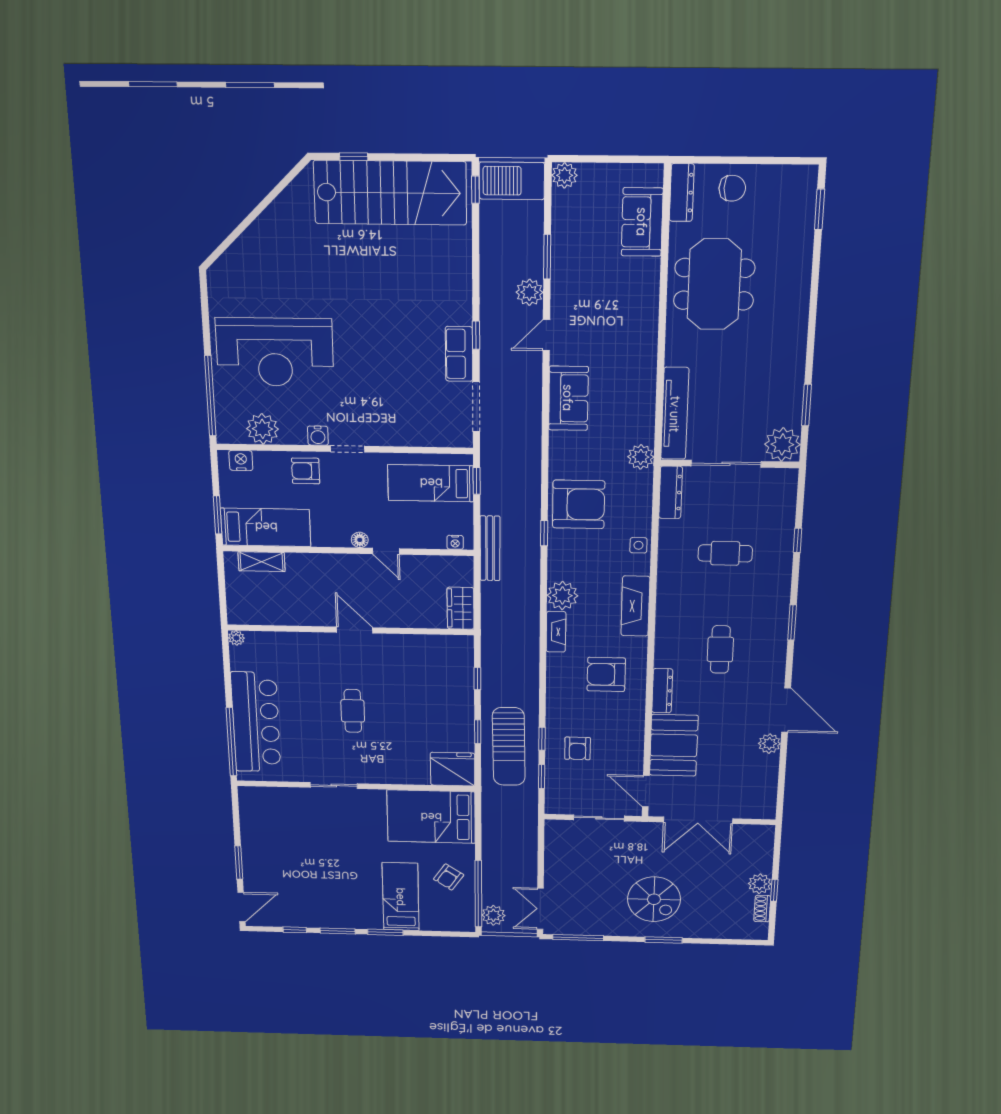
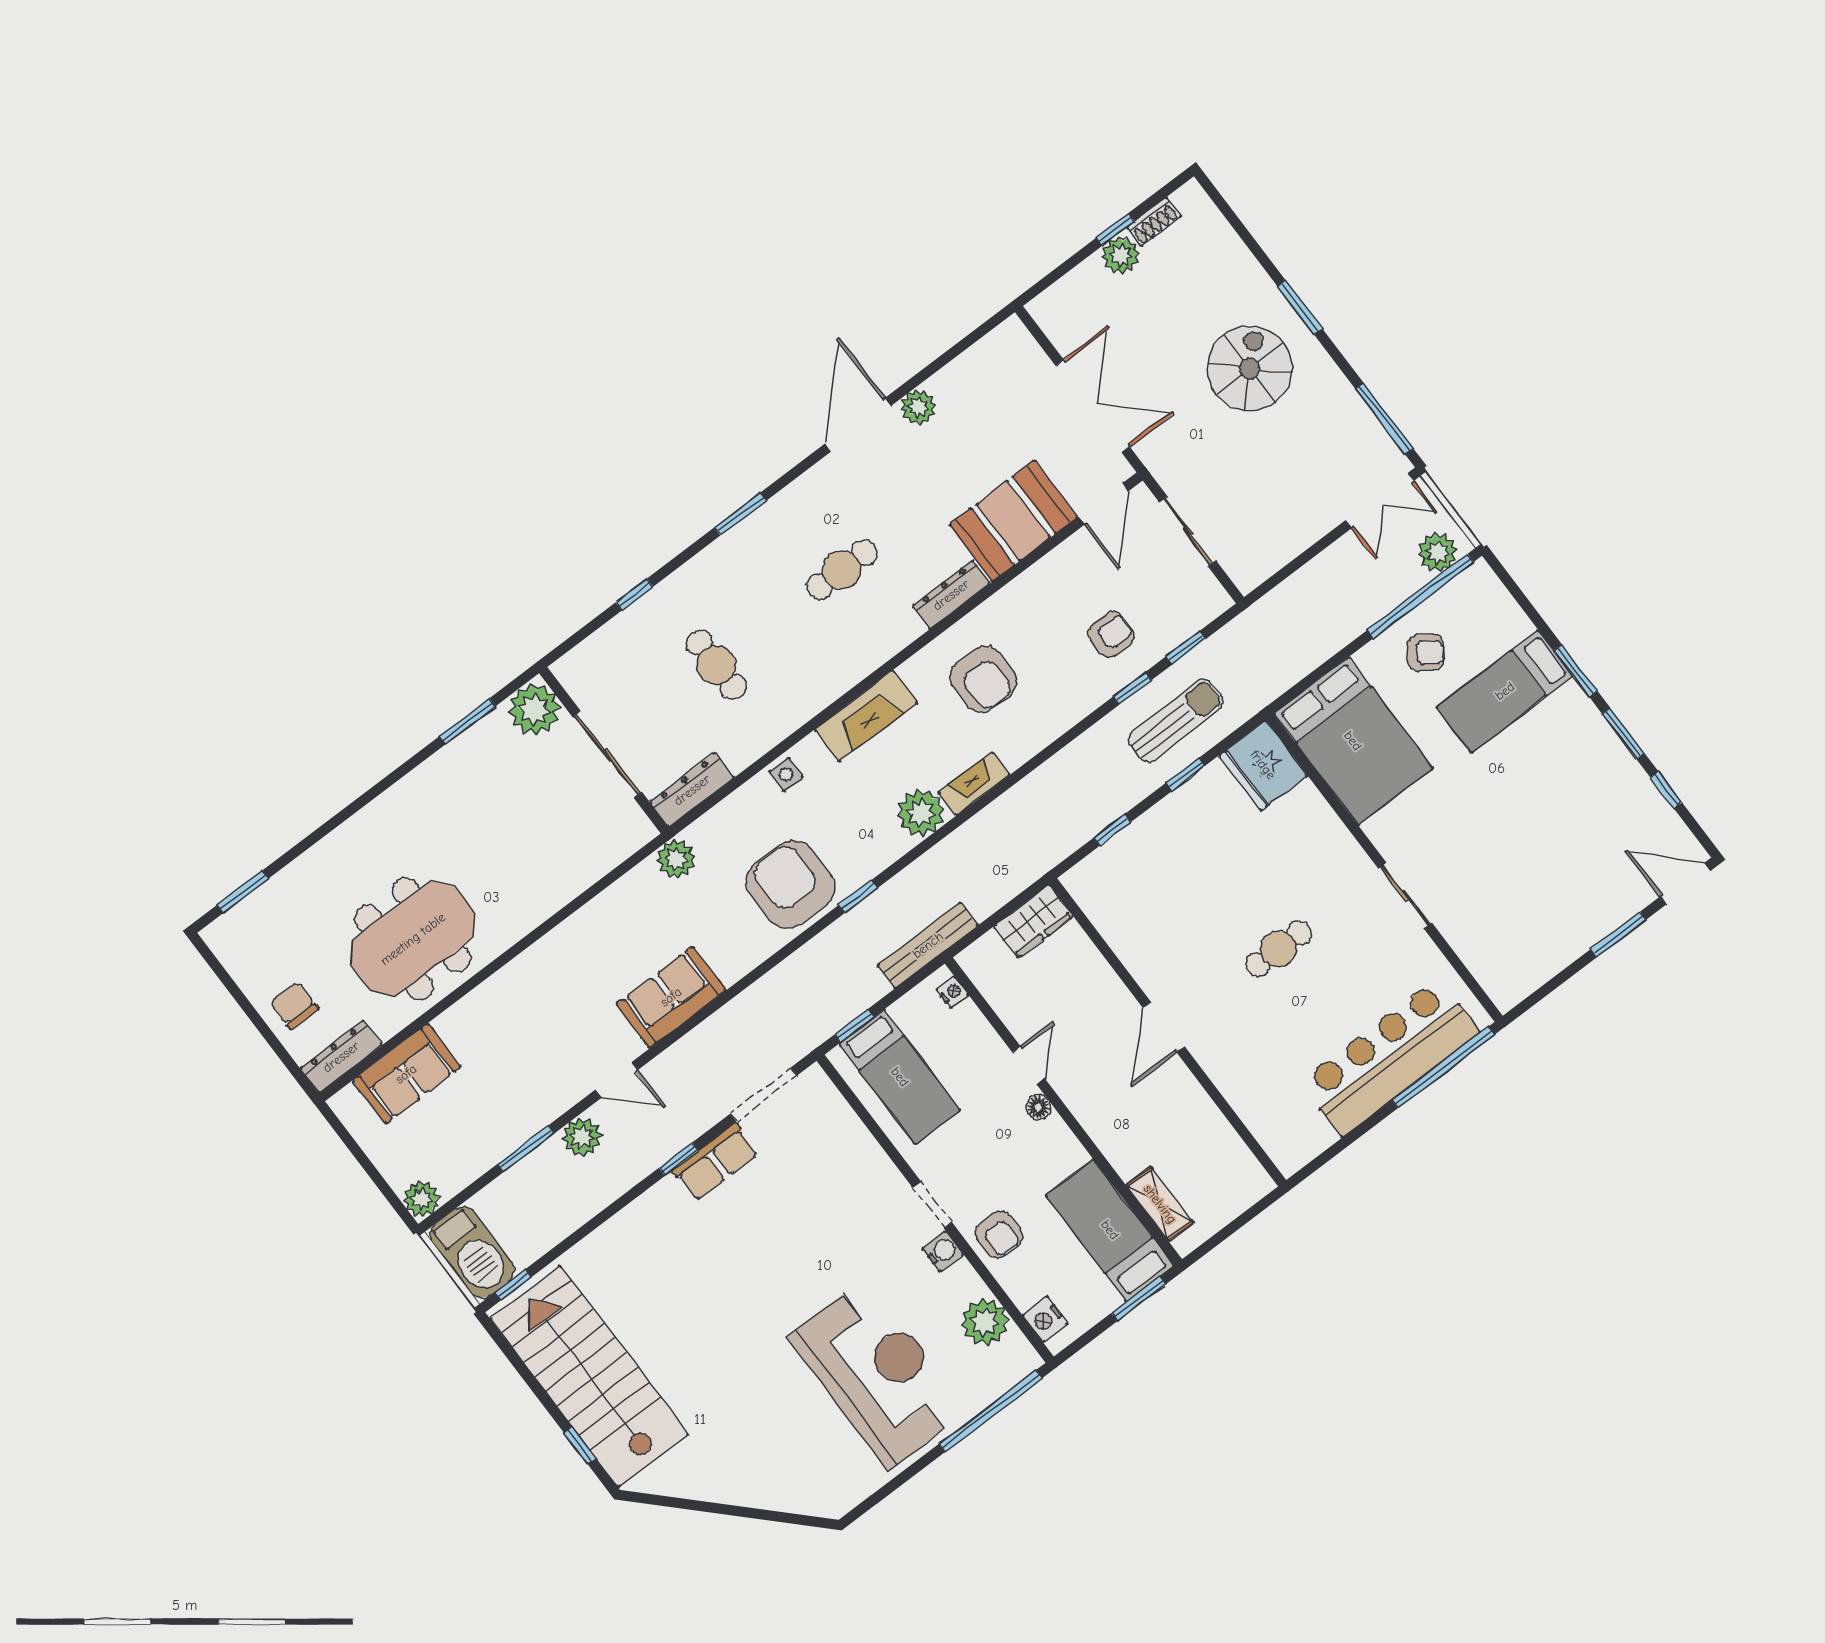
tv unit: (675, 414) -> (594, 862), removed
plant: (236, 638) -> (1289, 1163), removed
sun lounger: (509, 747) -> (1176, 721), width x0.73, depth x0.75

